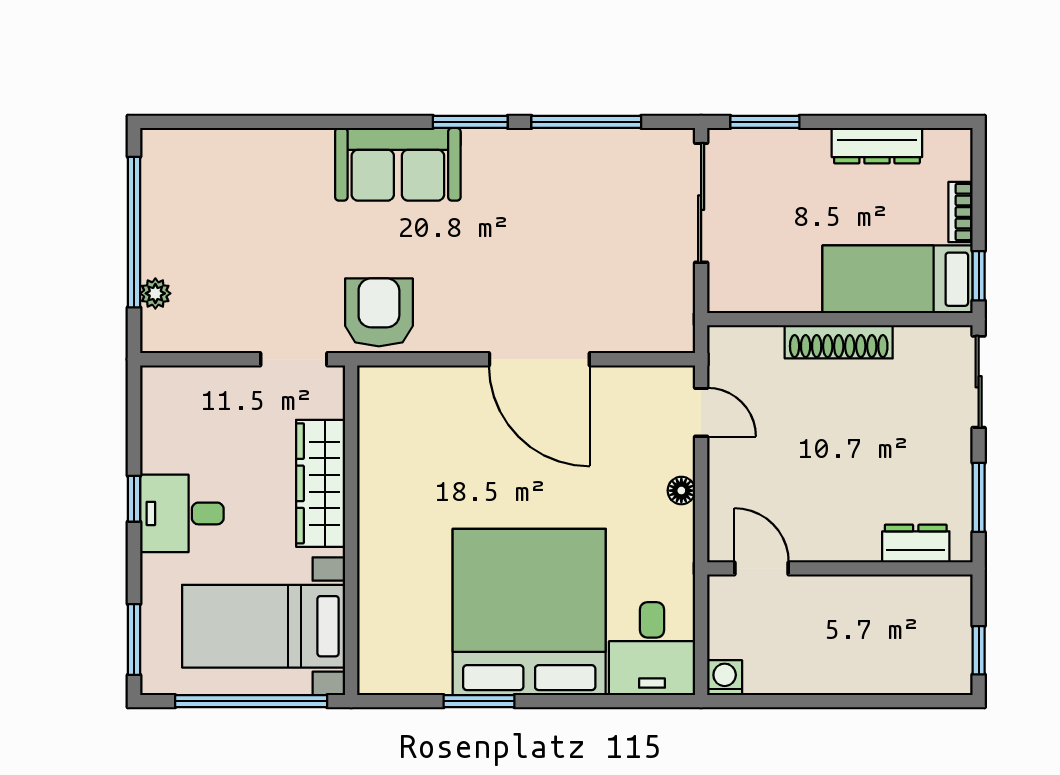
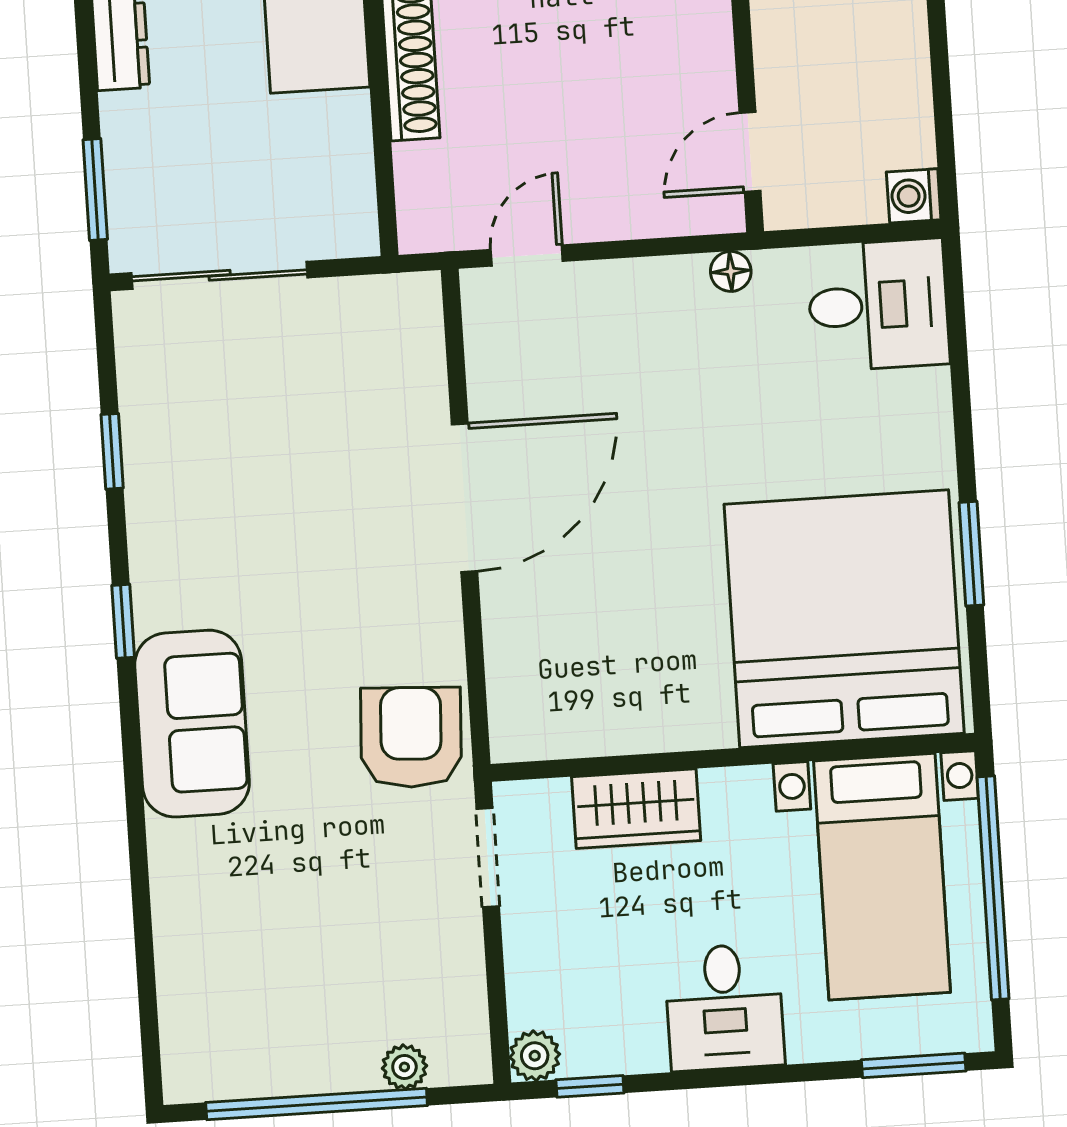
window: (470, 122) -> (123, 621), width x0.67
window: (586, 122) -> (112, 451), width x0.46
armchair: (379, 312) -> (411, 737), turned 93
plant: (157, 382) -> (535, 1056), added
wardrobe: (321, 483) -> (636, 809), width x0.67
floor lamp: (681, 491) -> (731, 271), moved
window: (134, 499) -> (590, 1086), moved
bed: (529, 612) -> (844, 619), moved, turned 90

